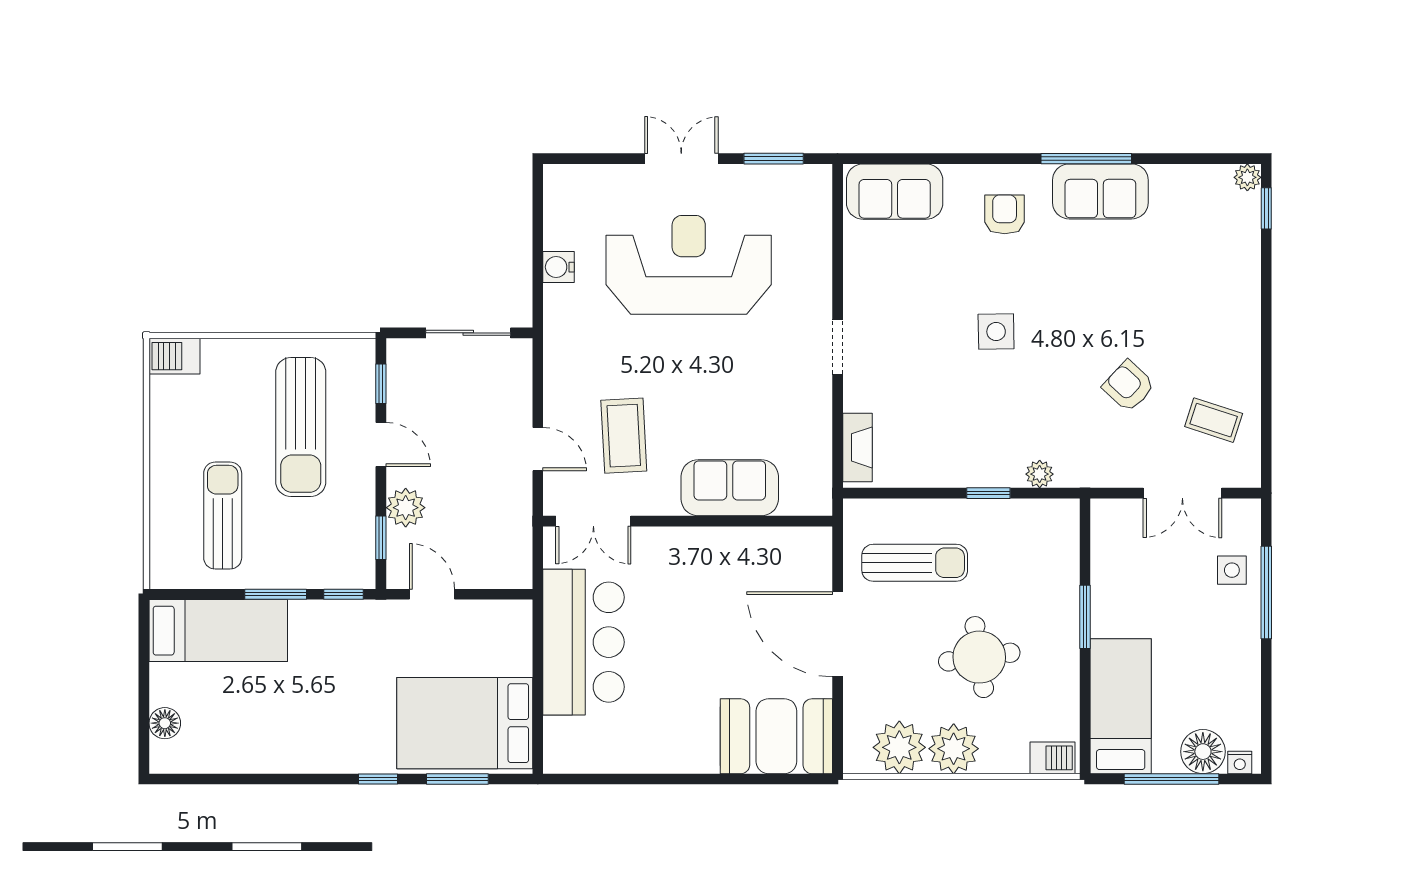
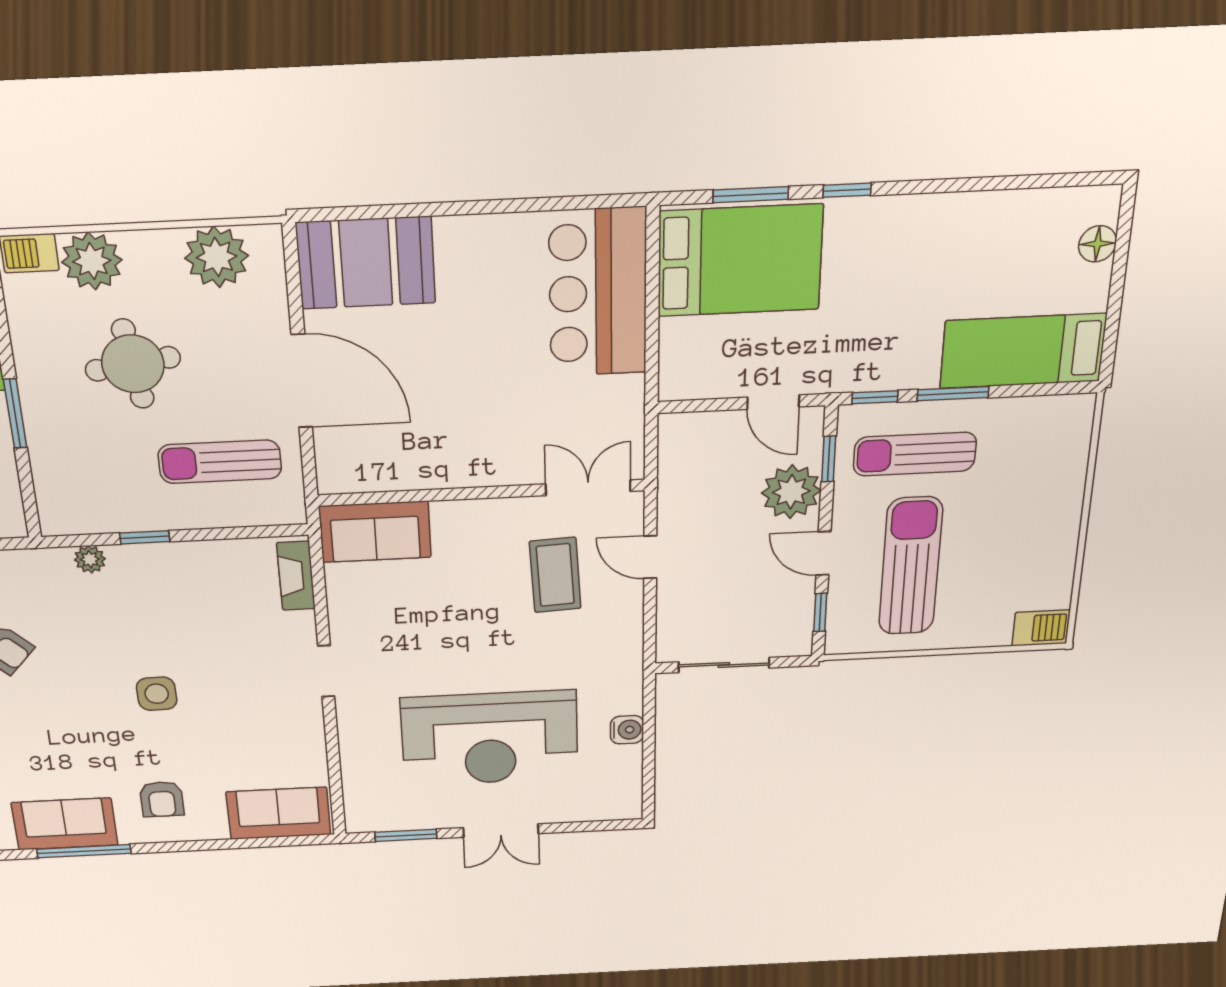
sofa: (730, 488) -> (375, 532), moved
plant: (406, 508) -> (791, 492), width x1.36, depth x1.36
sun lounger: (223, 516) -> (915, 454), moved, turned 90
bar counter: (584, 642) -> (598, 293), moved
plant: (954, 749) -> (92, 261), moved

